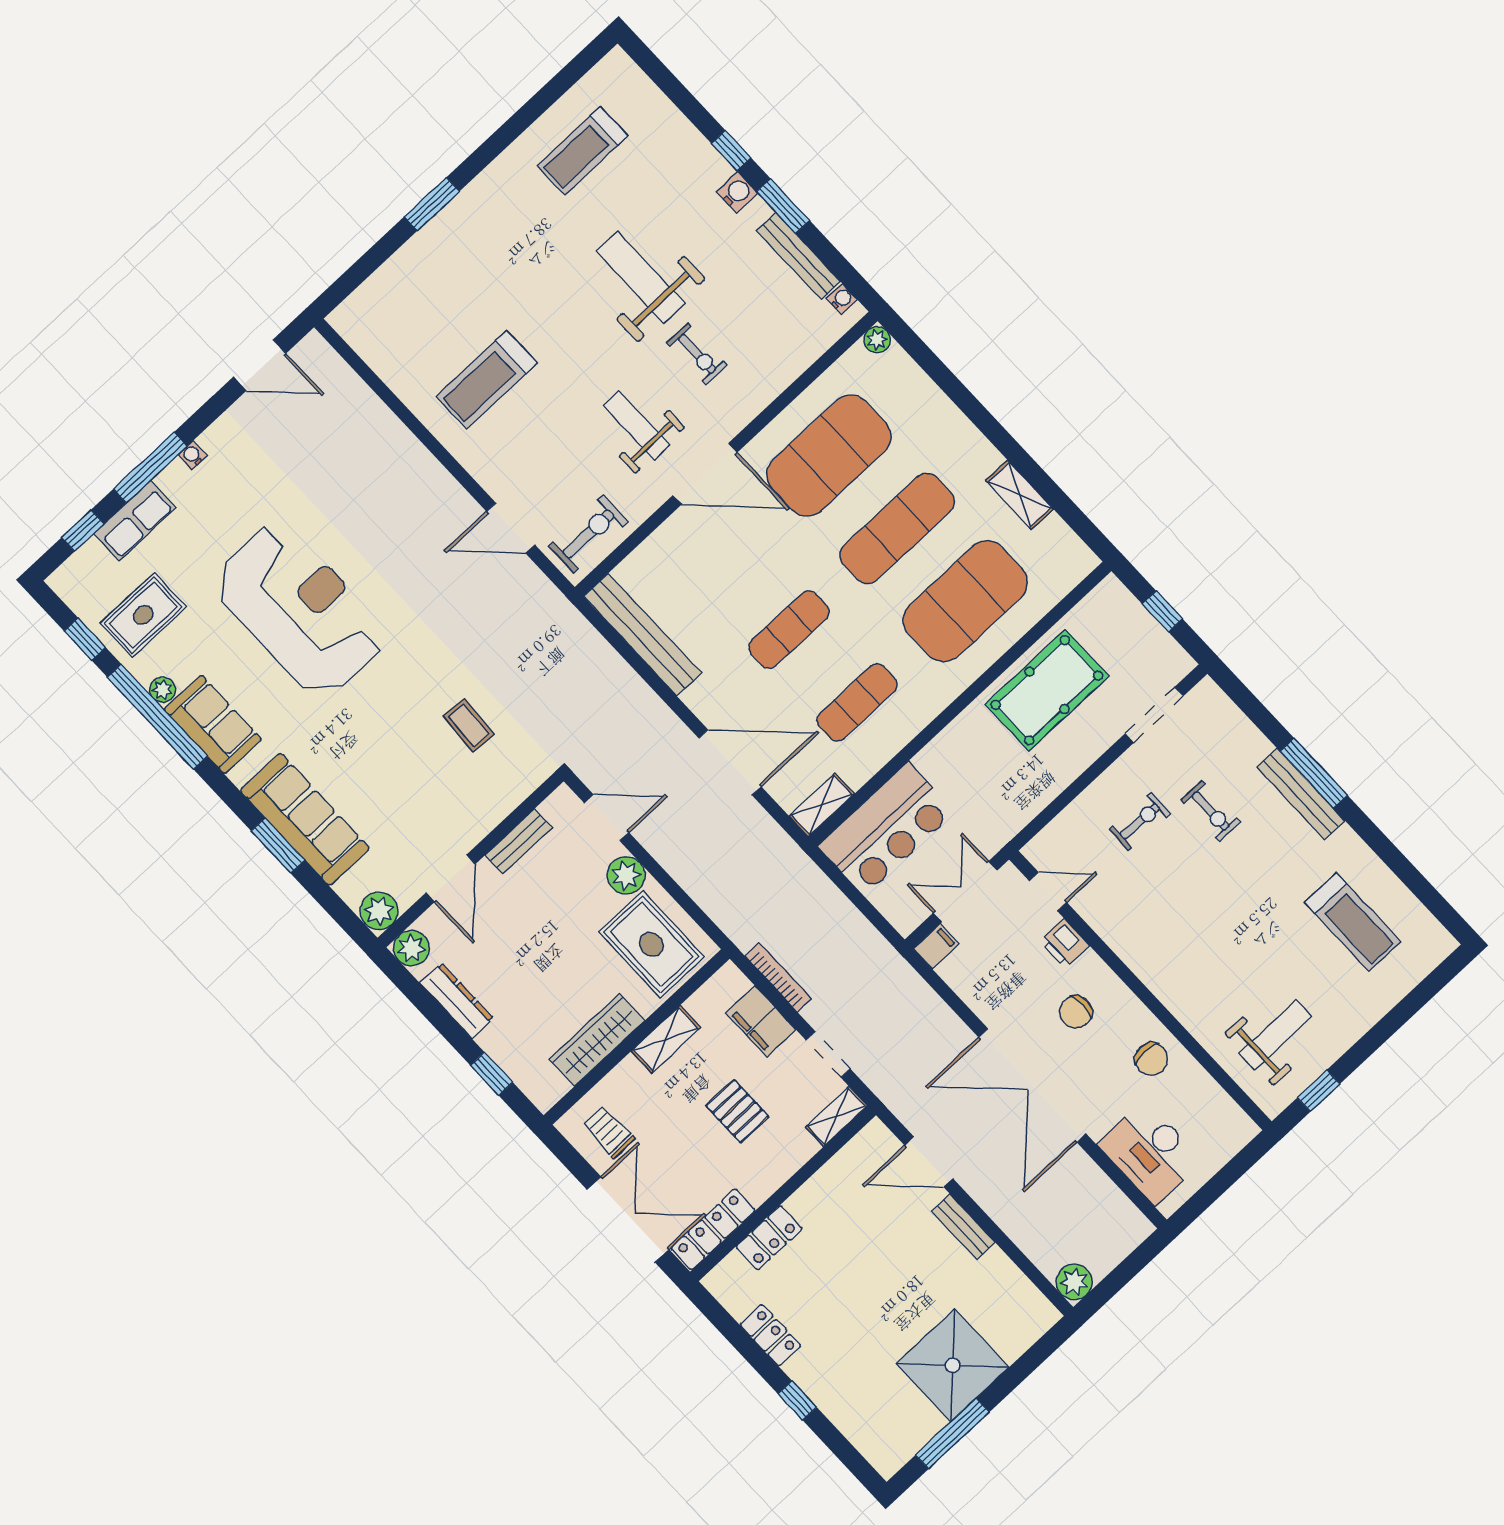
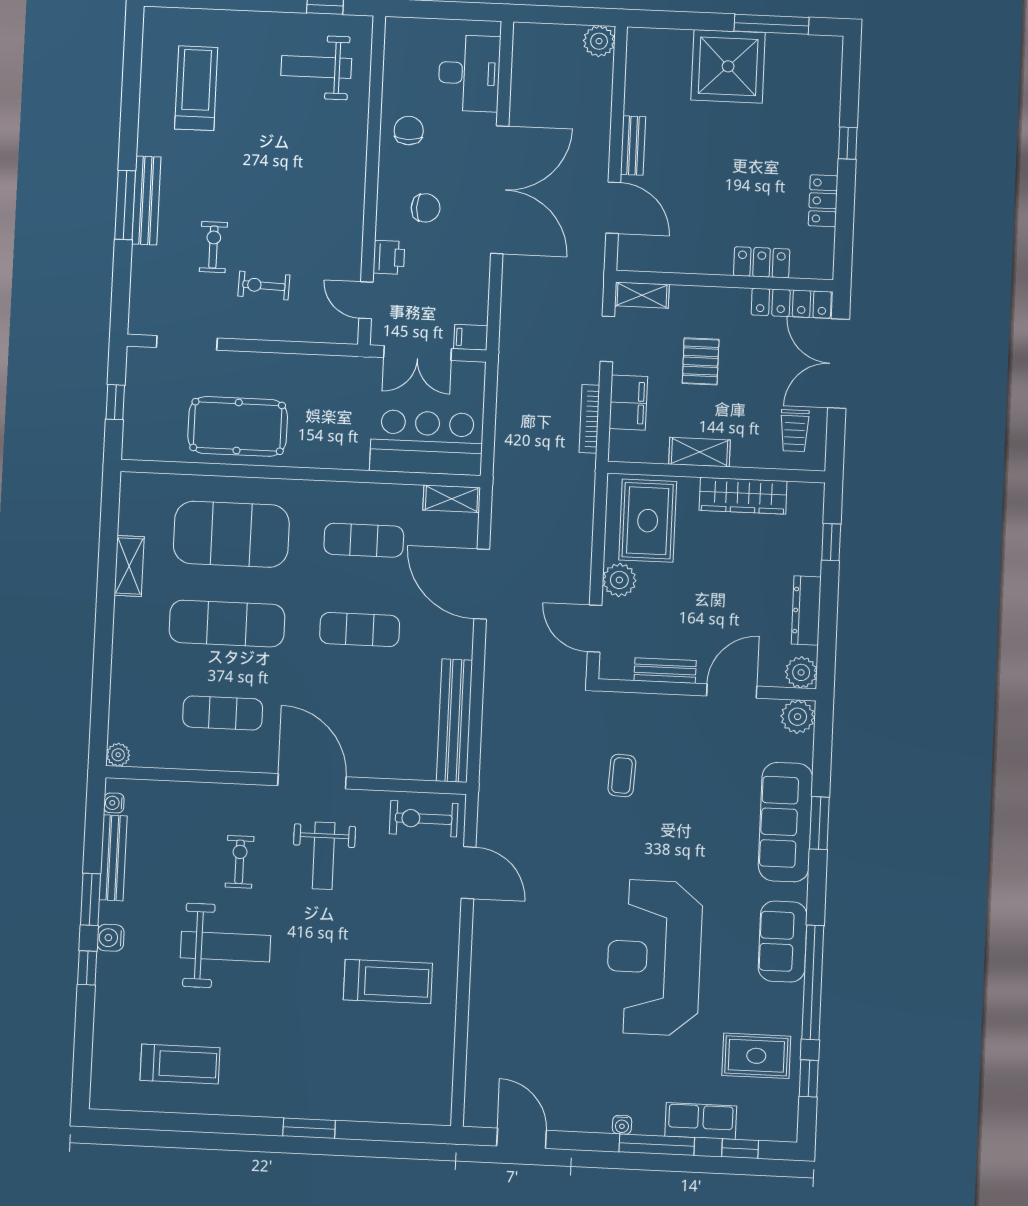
weight bench: (641, 277) -> (226, 947), turned -90
exercise mat: (829, 456) -> (223, 713), width x0.50, depth x0.69
plant: (163, 690) -> (792, 996), removed

